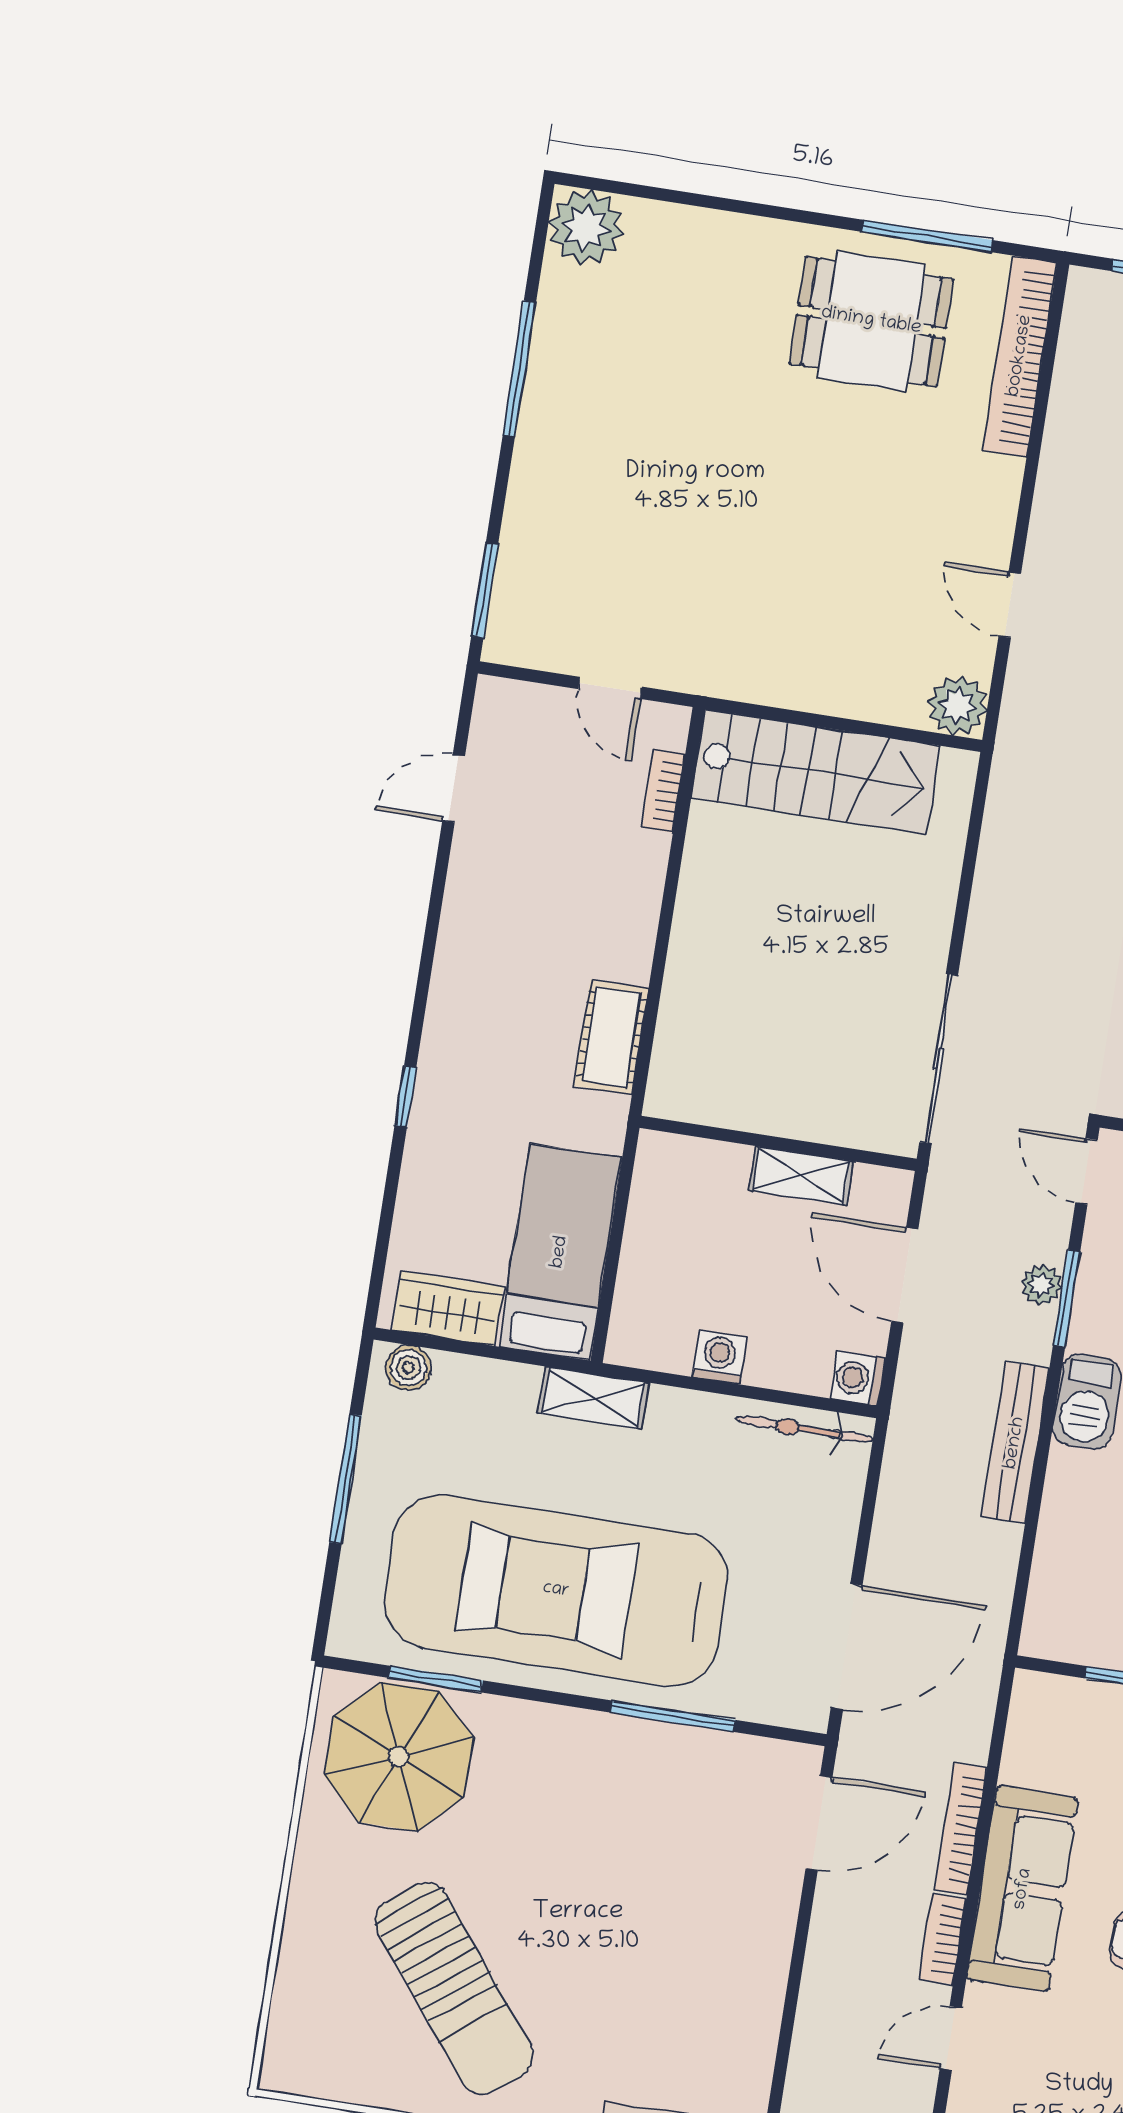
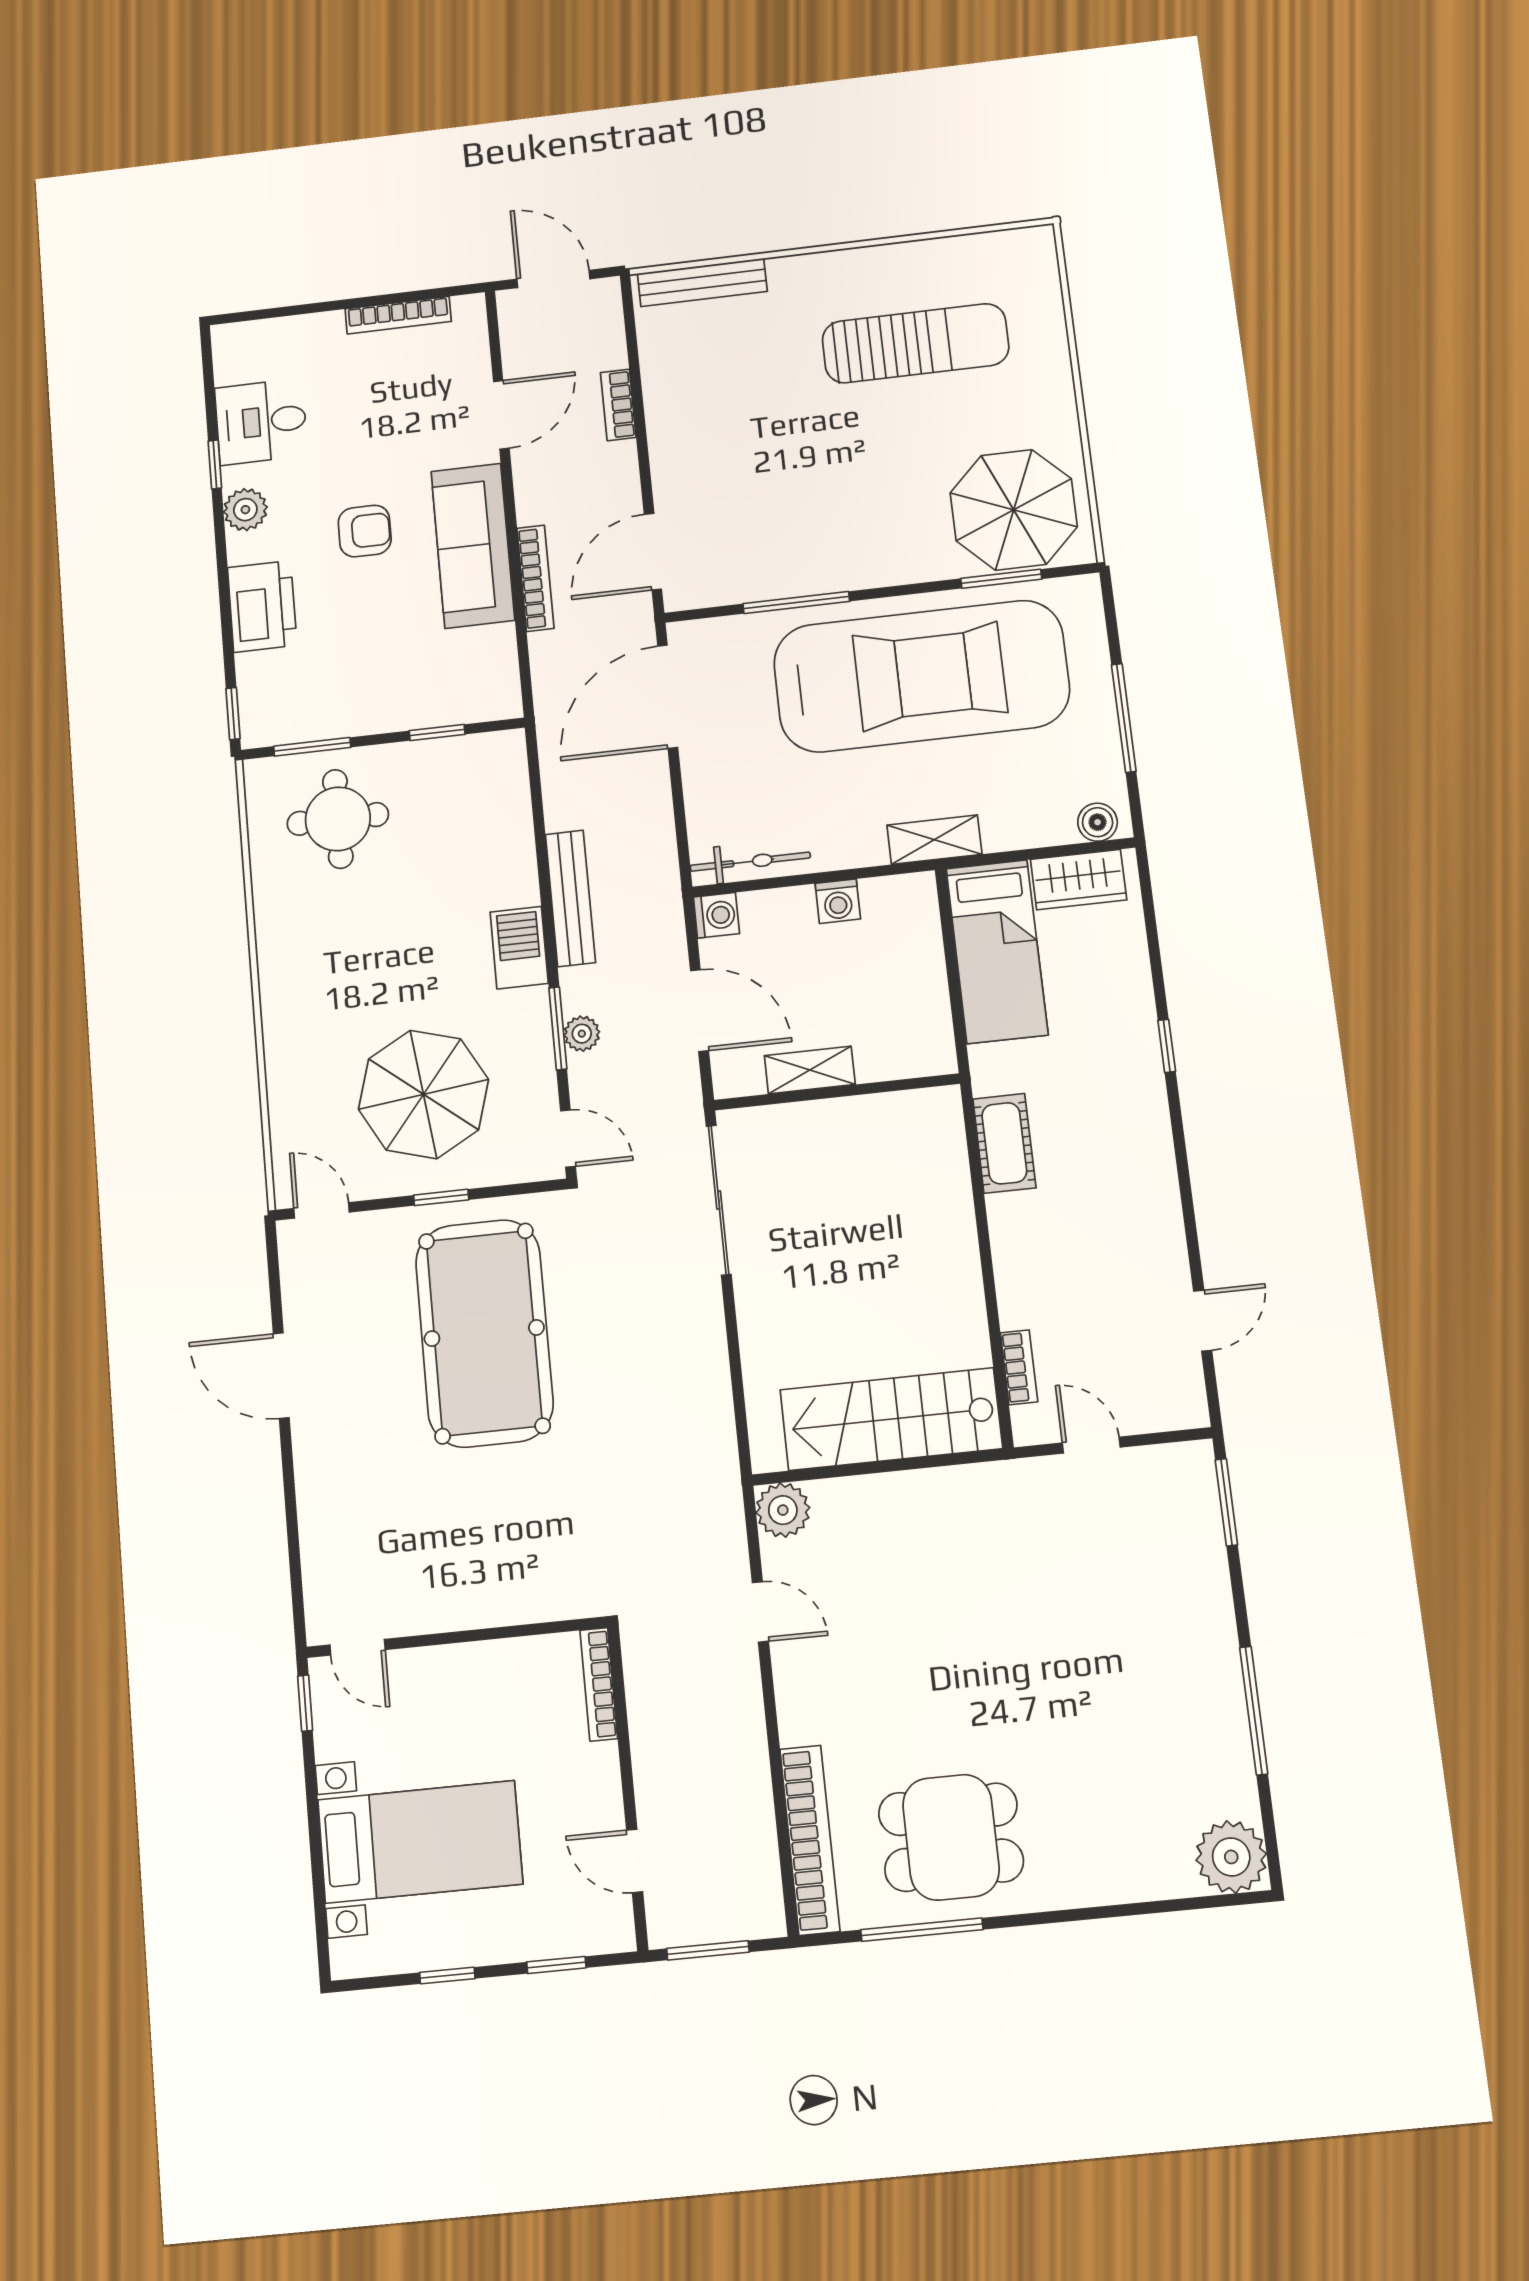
bookcase: (943, 1939) -> (618, 405), moved, turned 180
sun lounger: (454, 1988) -> (915, 343), turned 128
door: (951, 2038) -> (501, 415), width x1.38

